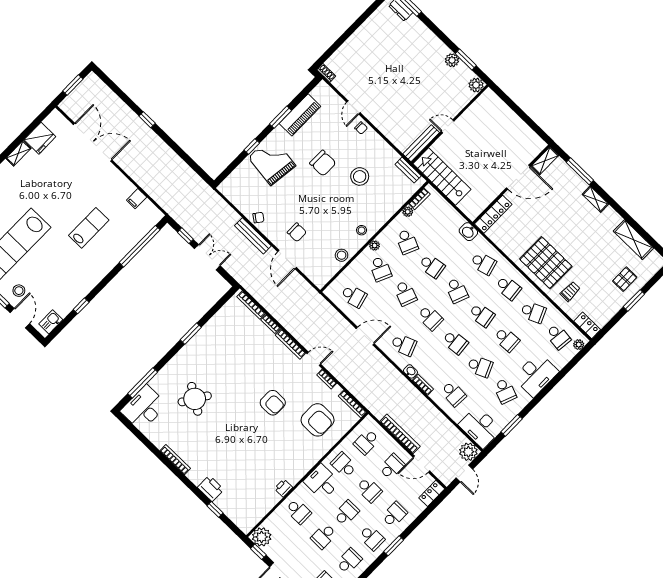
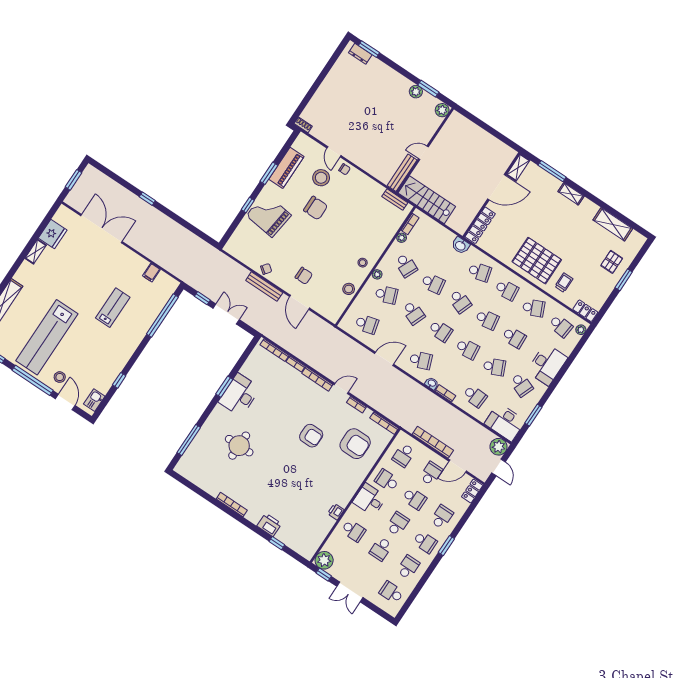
stool: (360, 176) -> (321, 178), moved
school desk: (380, 269) -> (386, 295), turned -45
round table: (195, 399) -> (239, 446), turned -32
desk: (144, 408) -> (239, 395), moved

